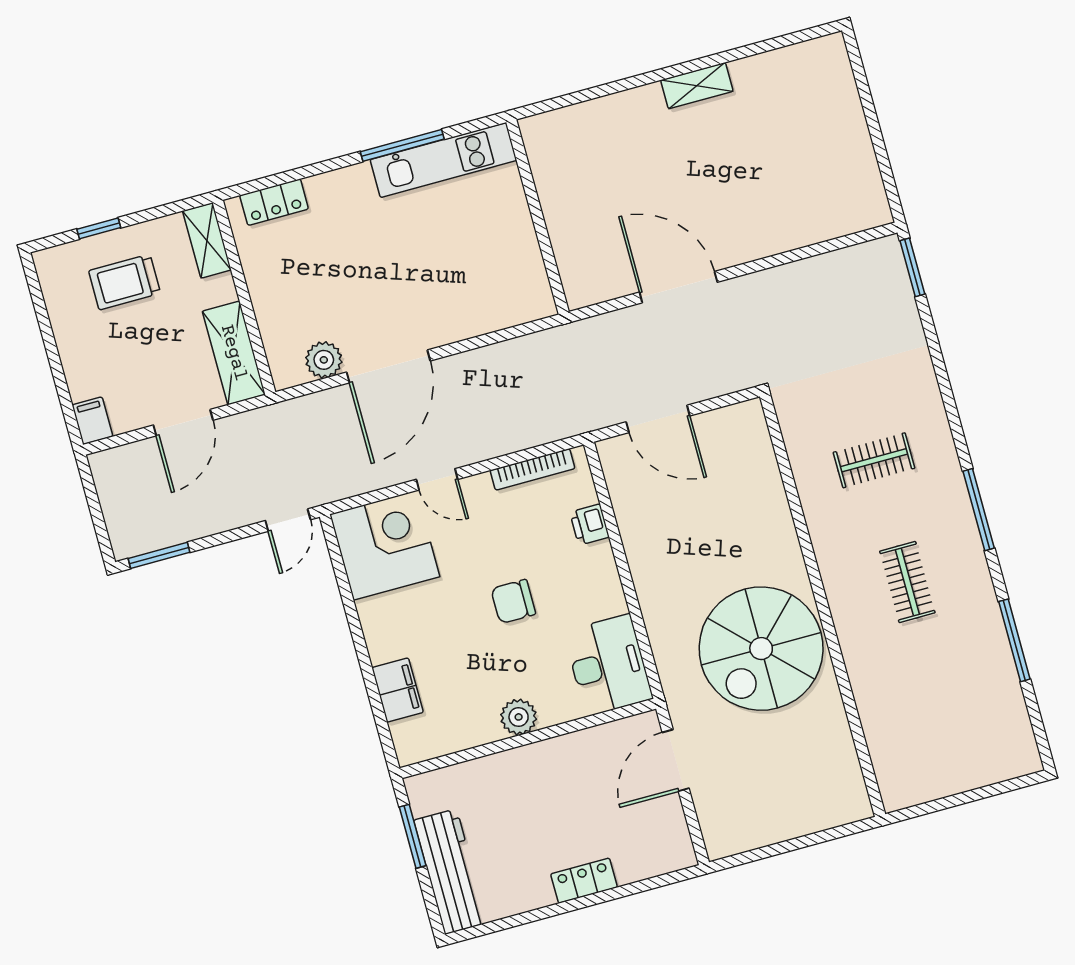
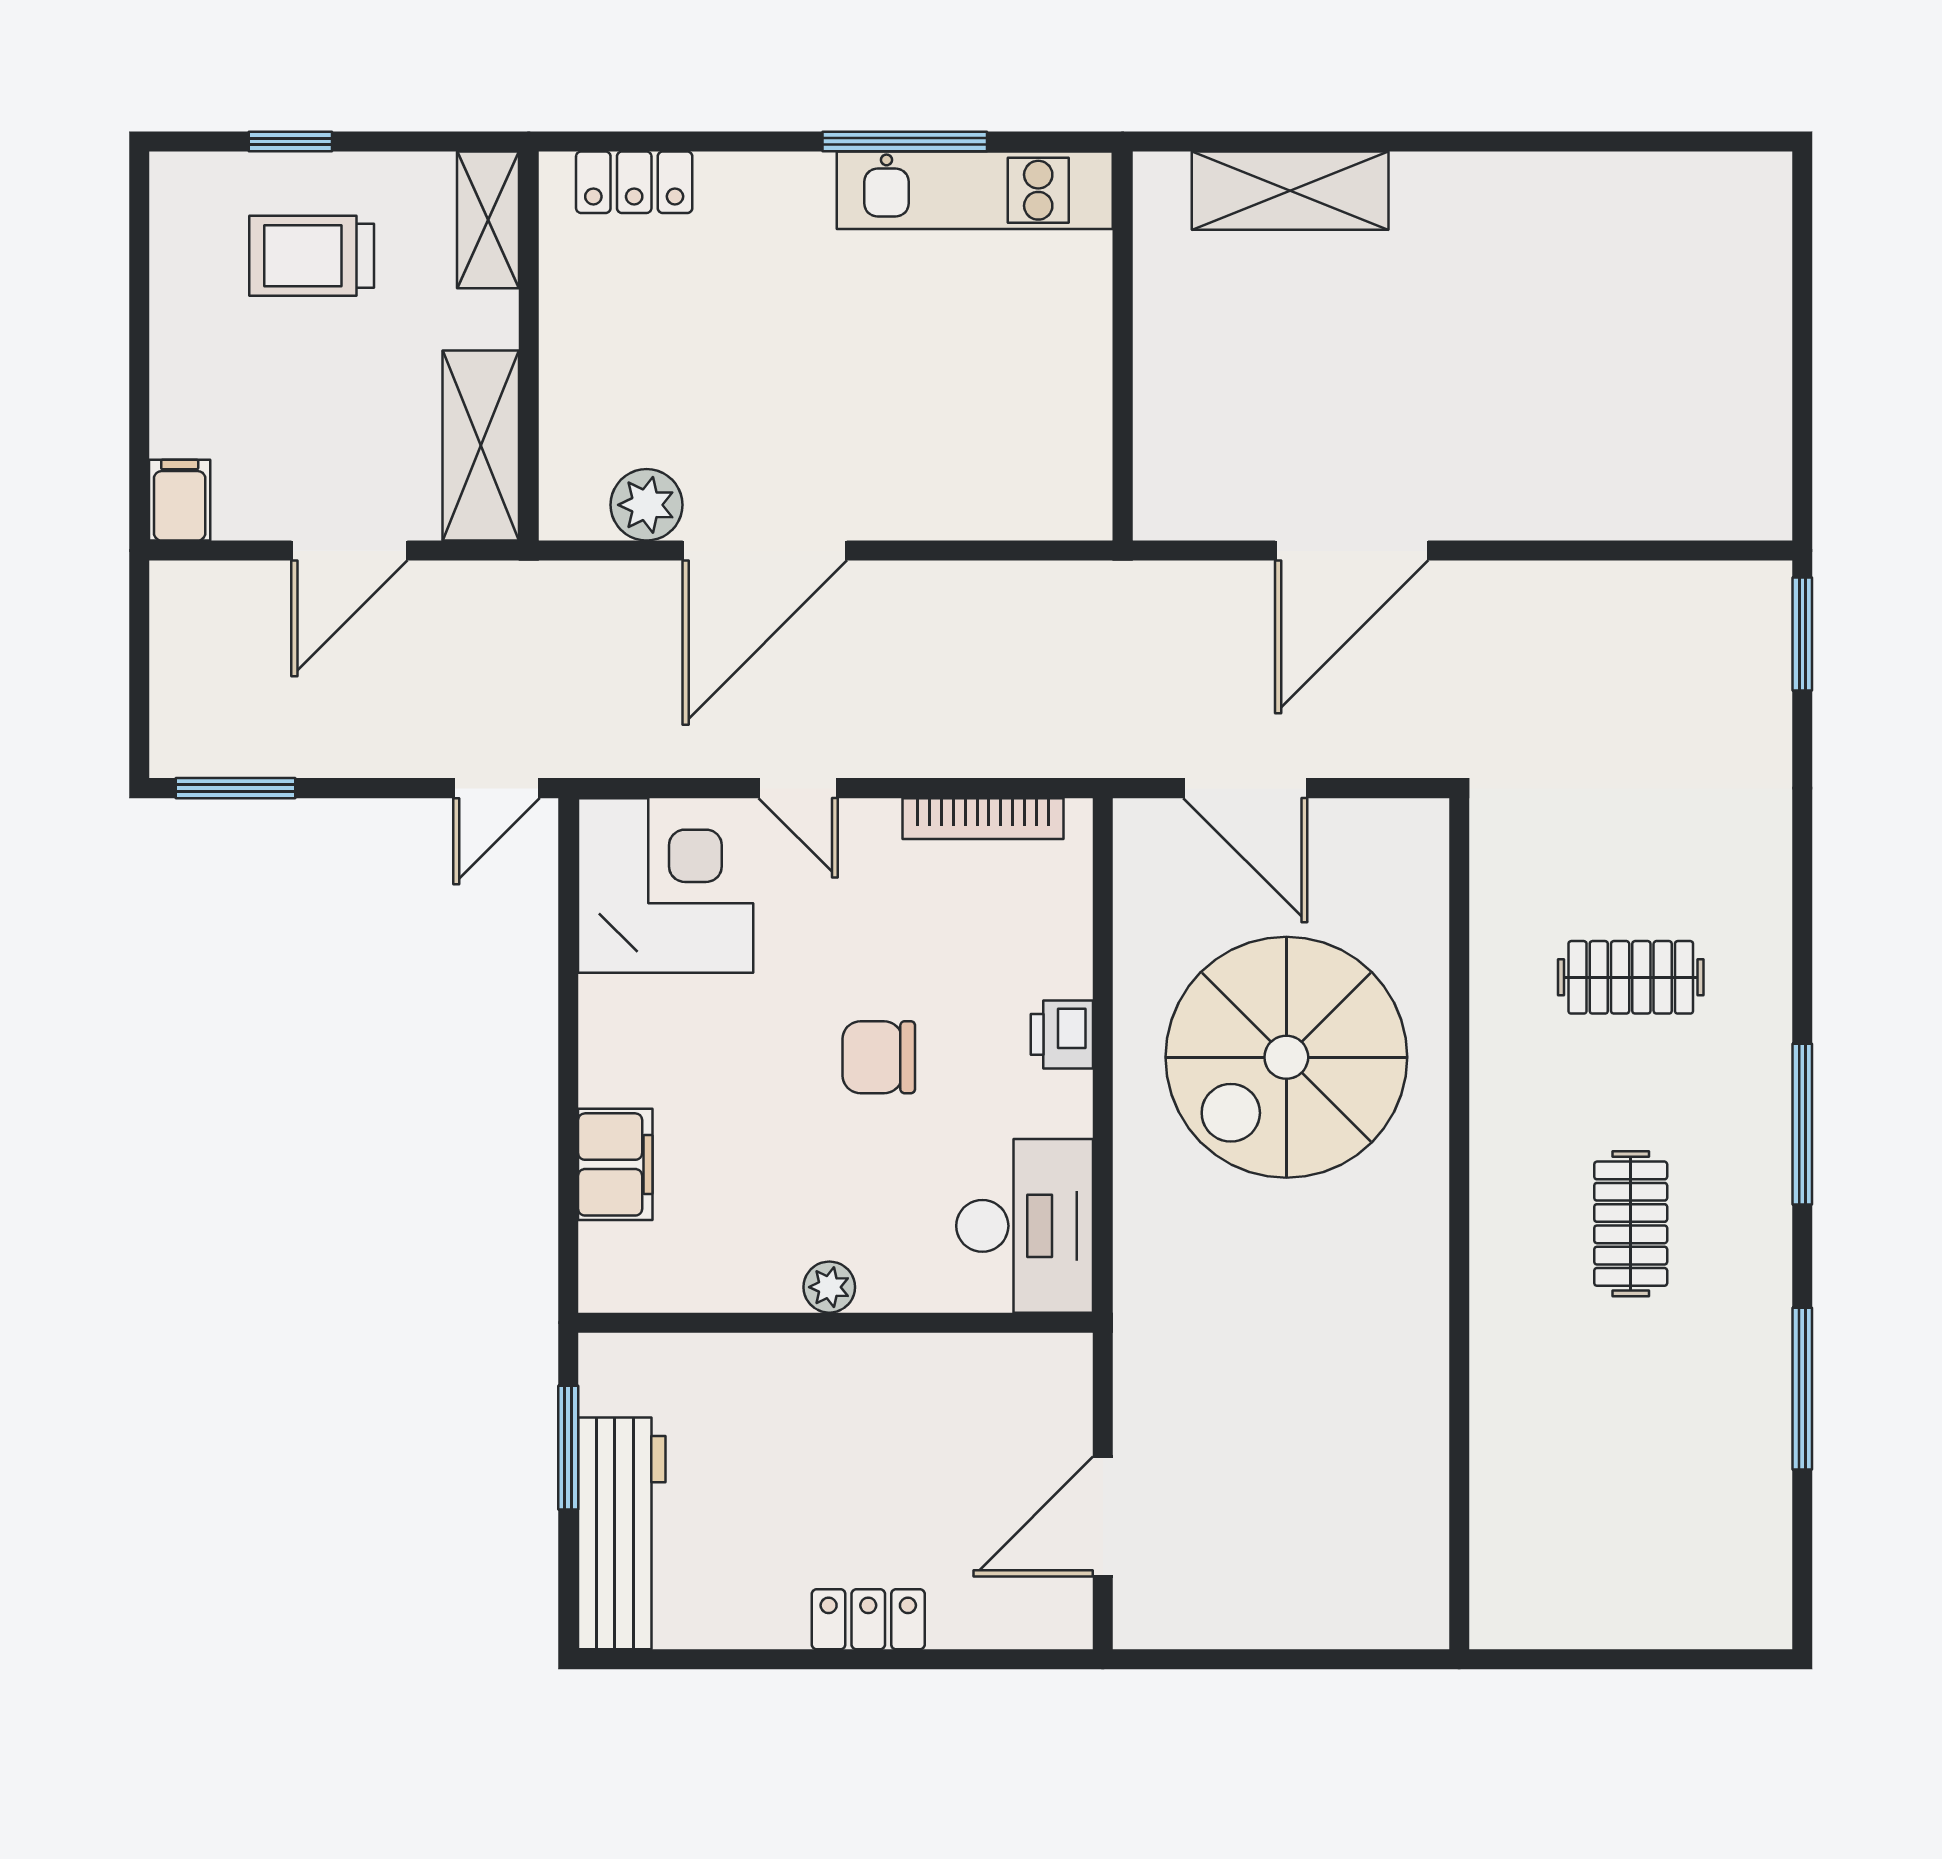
shelving: (697, 86) -> (1290, 191), moved, width x1.50, depth x1.33
door: (678, 287) -> (1352, 551), swing flipped
printer: (589, 525) -> (1062, 1034), moved
spiral stairs: (761, 649) -> (1286, 1057), moved
plant: (519, 717) -> (829, 1287), width x0.73, depth x0.73
door: (676, 760) -> (1103, 1516), moved

